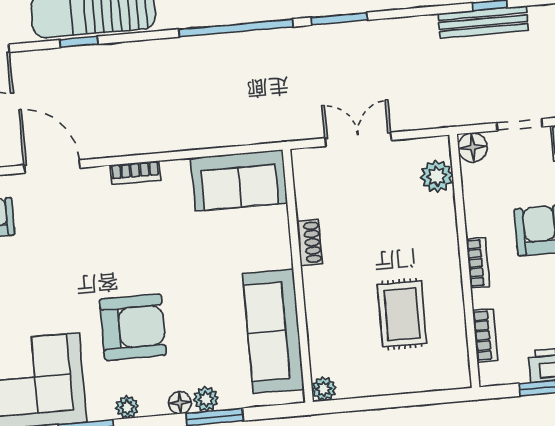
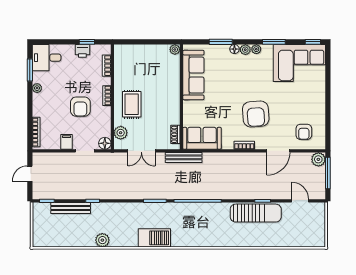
bench: (483, 22) -> (184, 157), moved
double door: (358, 139) -> (141, 151), moved
door: (52, 166) -> (278, 151), hinge flipped
shoe rack: (309, 243) -> (175, 134), moved
rug: (402, 314) -> (132, 104), moved
armchair: (133, 327) -> (256, 114), moved, turned -94
plant: (206, 399) -> (245, 50), moved

